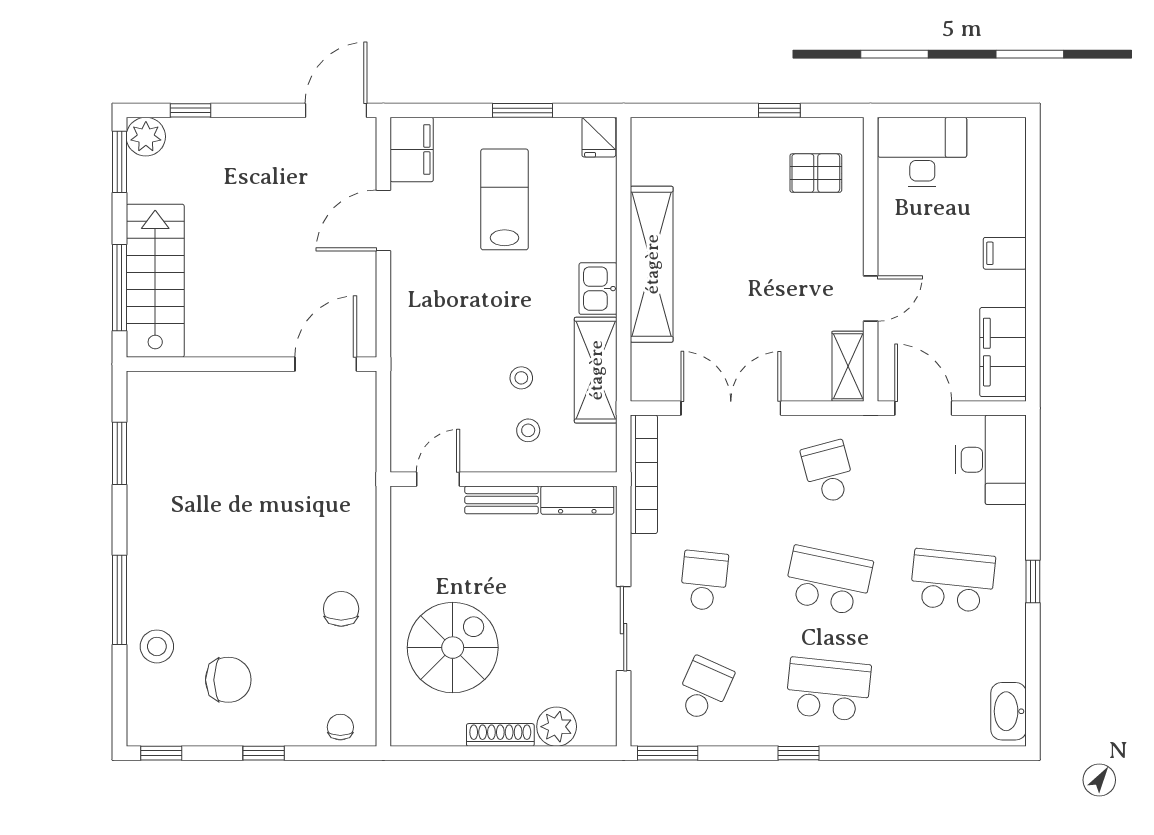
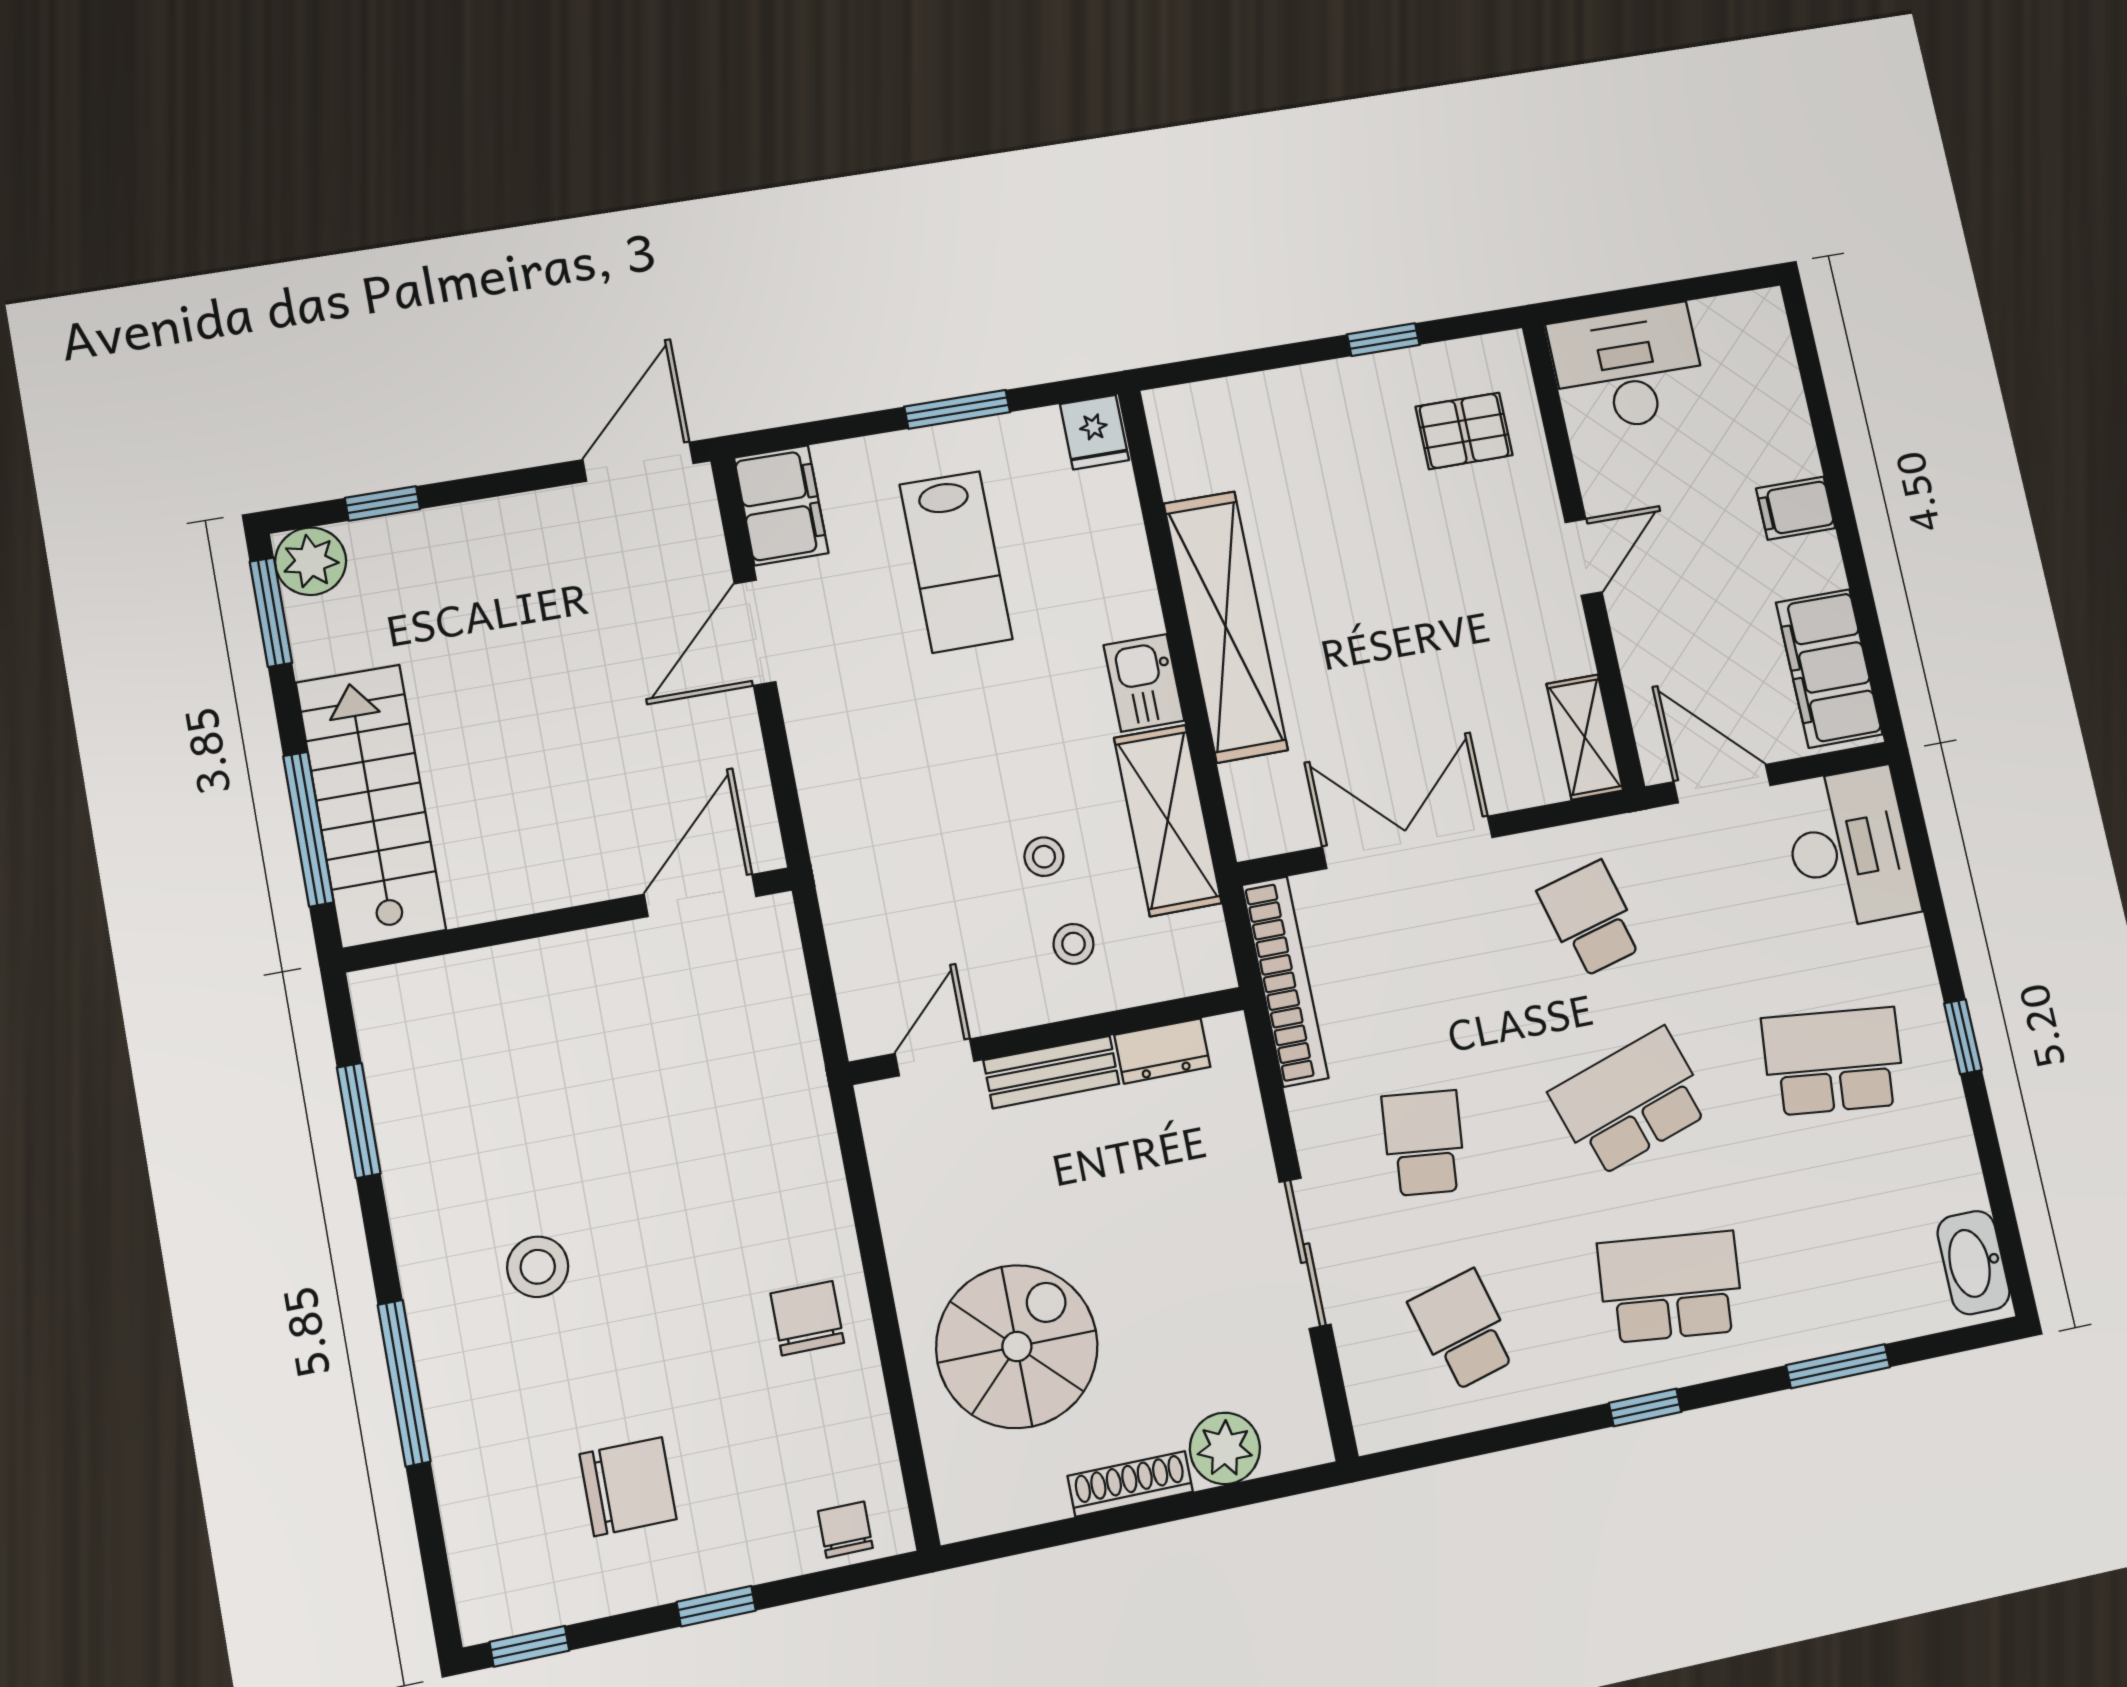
lab bench: (504, 199) -> (956, 562), turned 180
door: (871, 299) -> (1584, 557), moved
dresser: (577, 500) -> (1162, 1051), width x0.70
school desk: (828, 581) -> (1631, 1102), turned -30
stool: (157, 646) -> (538, 1267), moved
school desk: (704, 689) -> (1463, 1330), turned -39
window: (668, 753) -> (1838, 1366), moved

